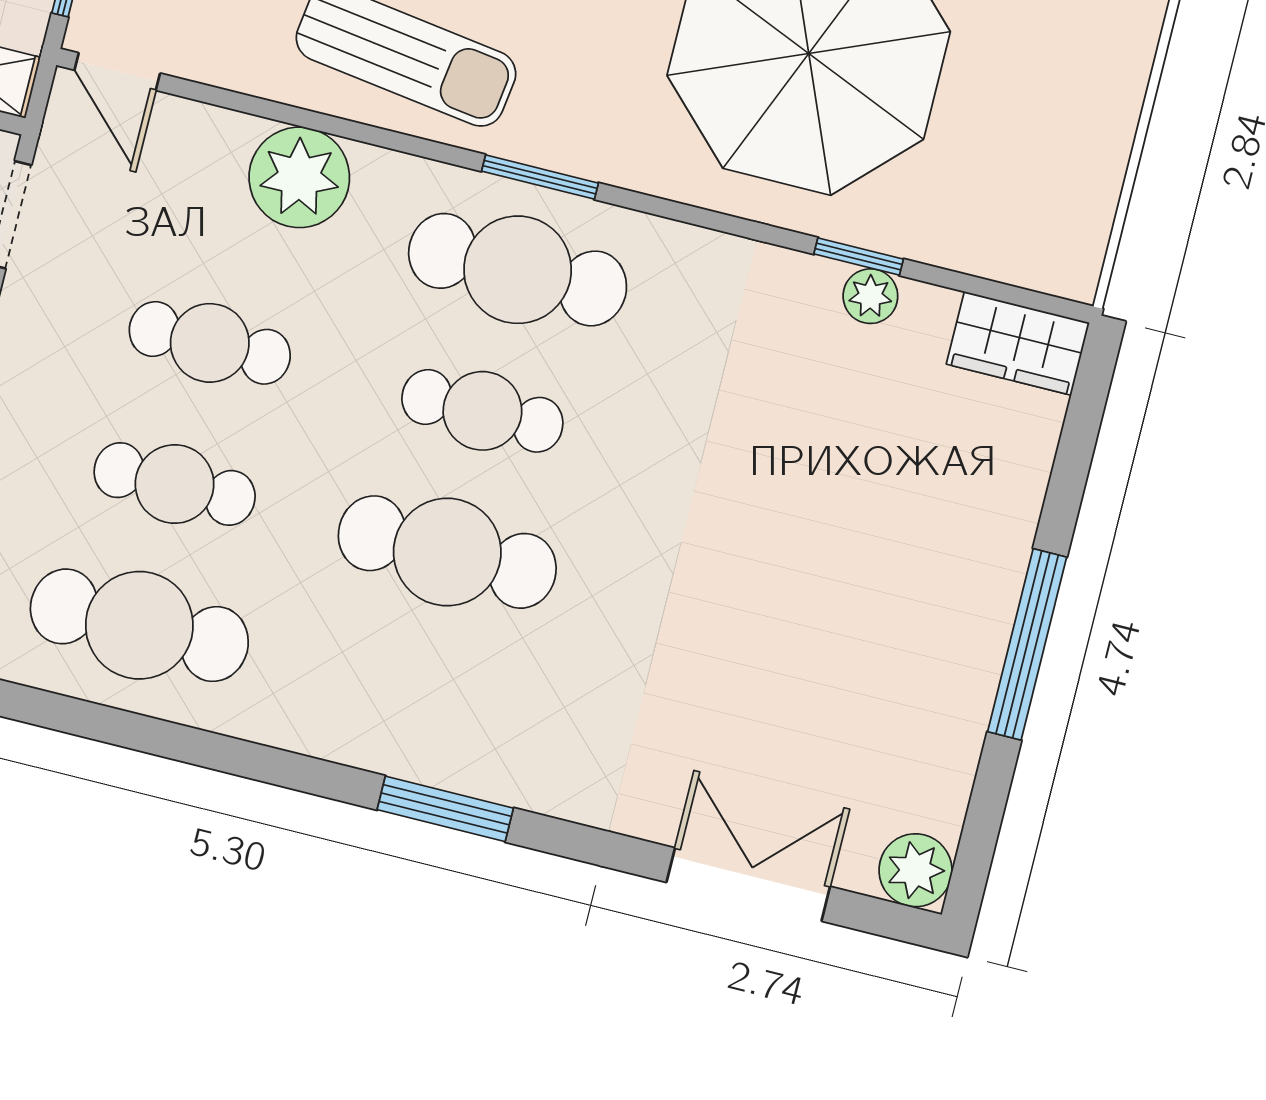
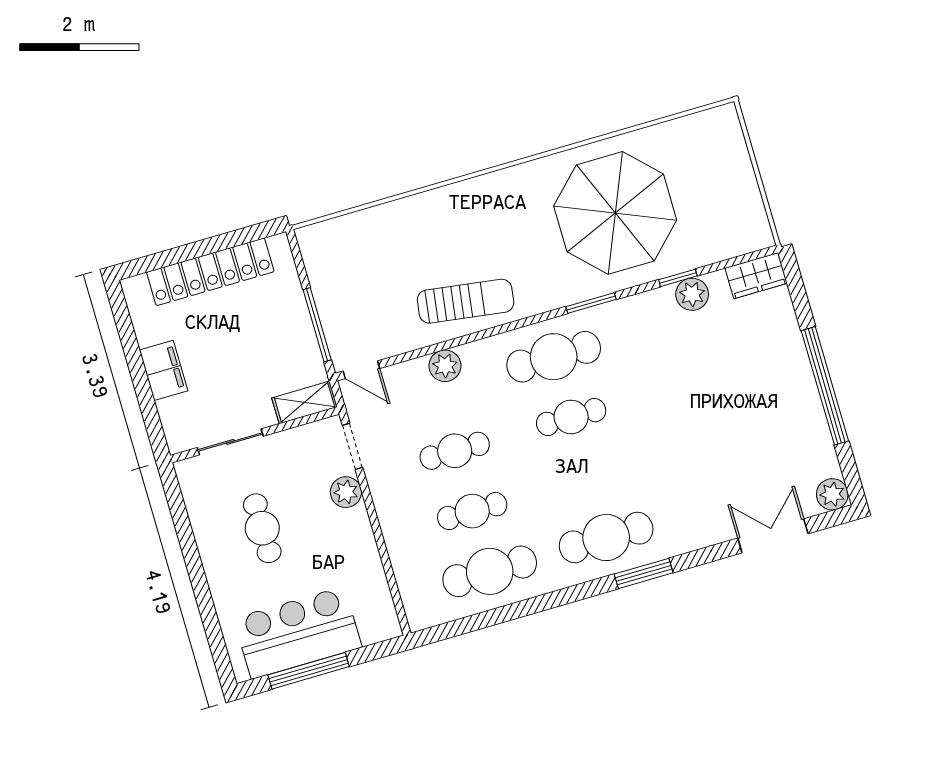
plant: (299, 177) -> (445, 366), width x0.73, depth x0.73
window: (540, 177) -> (591, 303), moved
plant: (870, 296) -> (692, 294), width x1.38, depth x1.38
cafe table: (447, 552) -> (606, 538), moved
window: (1027, 644) -> (825, 386), width x1.46

